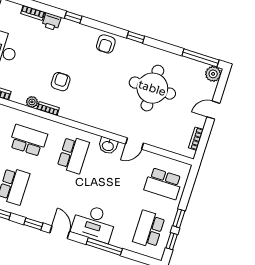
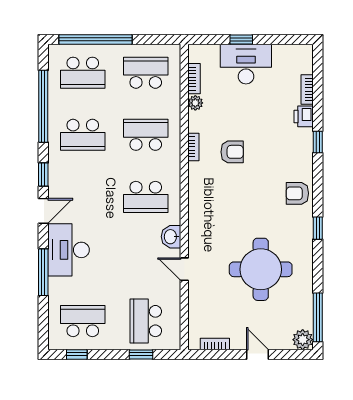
plant: (32, 102) -> (195, 103), moved
school desk: (28, 140) -> (146, 135), turned -90
window: (179, 218) -> (141, 354), moved

